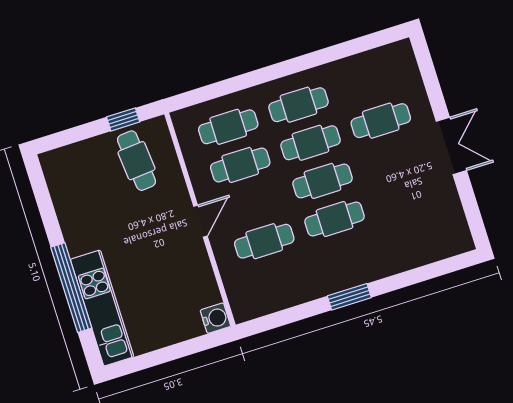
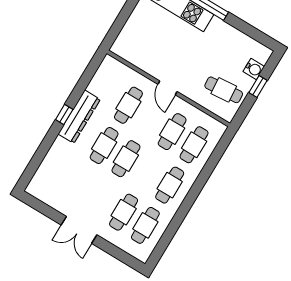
window: (123, 119) -> (258, 86), moved
cafe table: (310, 143) -> (145, 225), moved
dresser: (334, 279) -> (79, 117), added
window: (349, 297) -> (64, 115), width x0.67
water cooler: (215, 318) -> (254, 69), moved, turned -90

